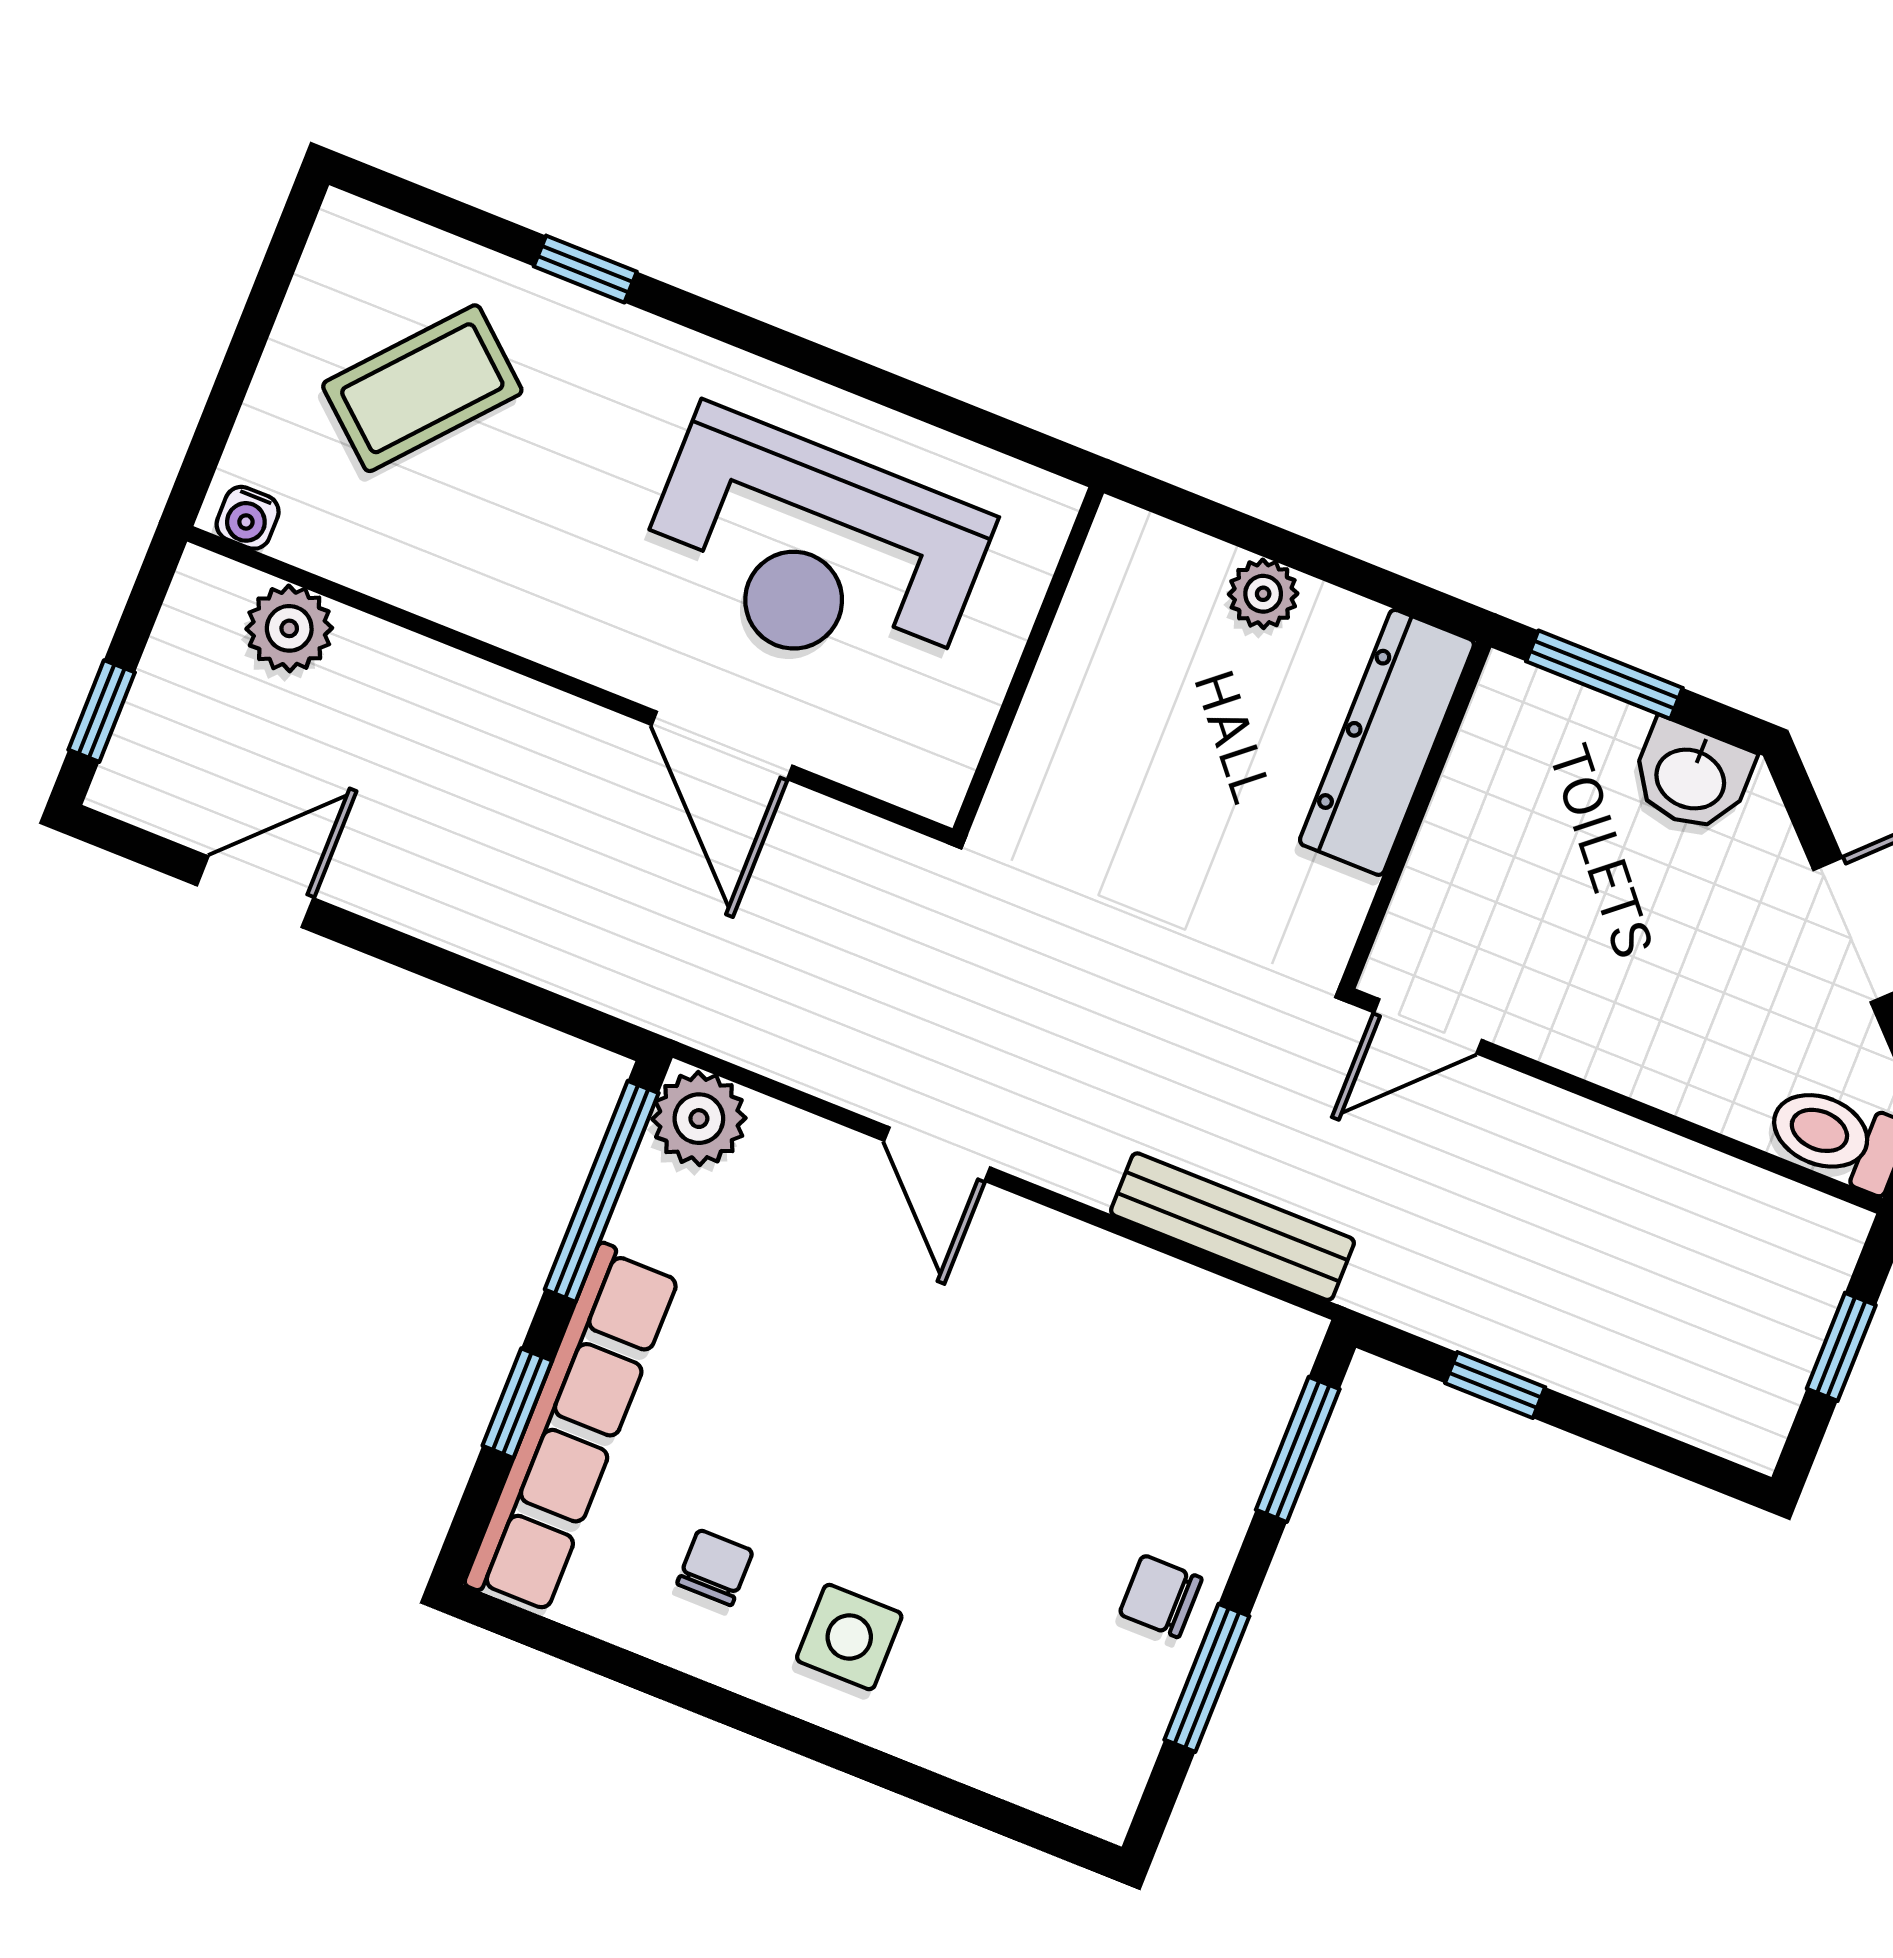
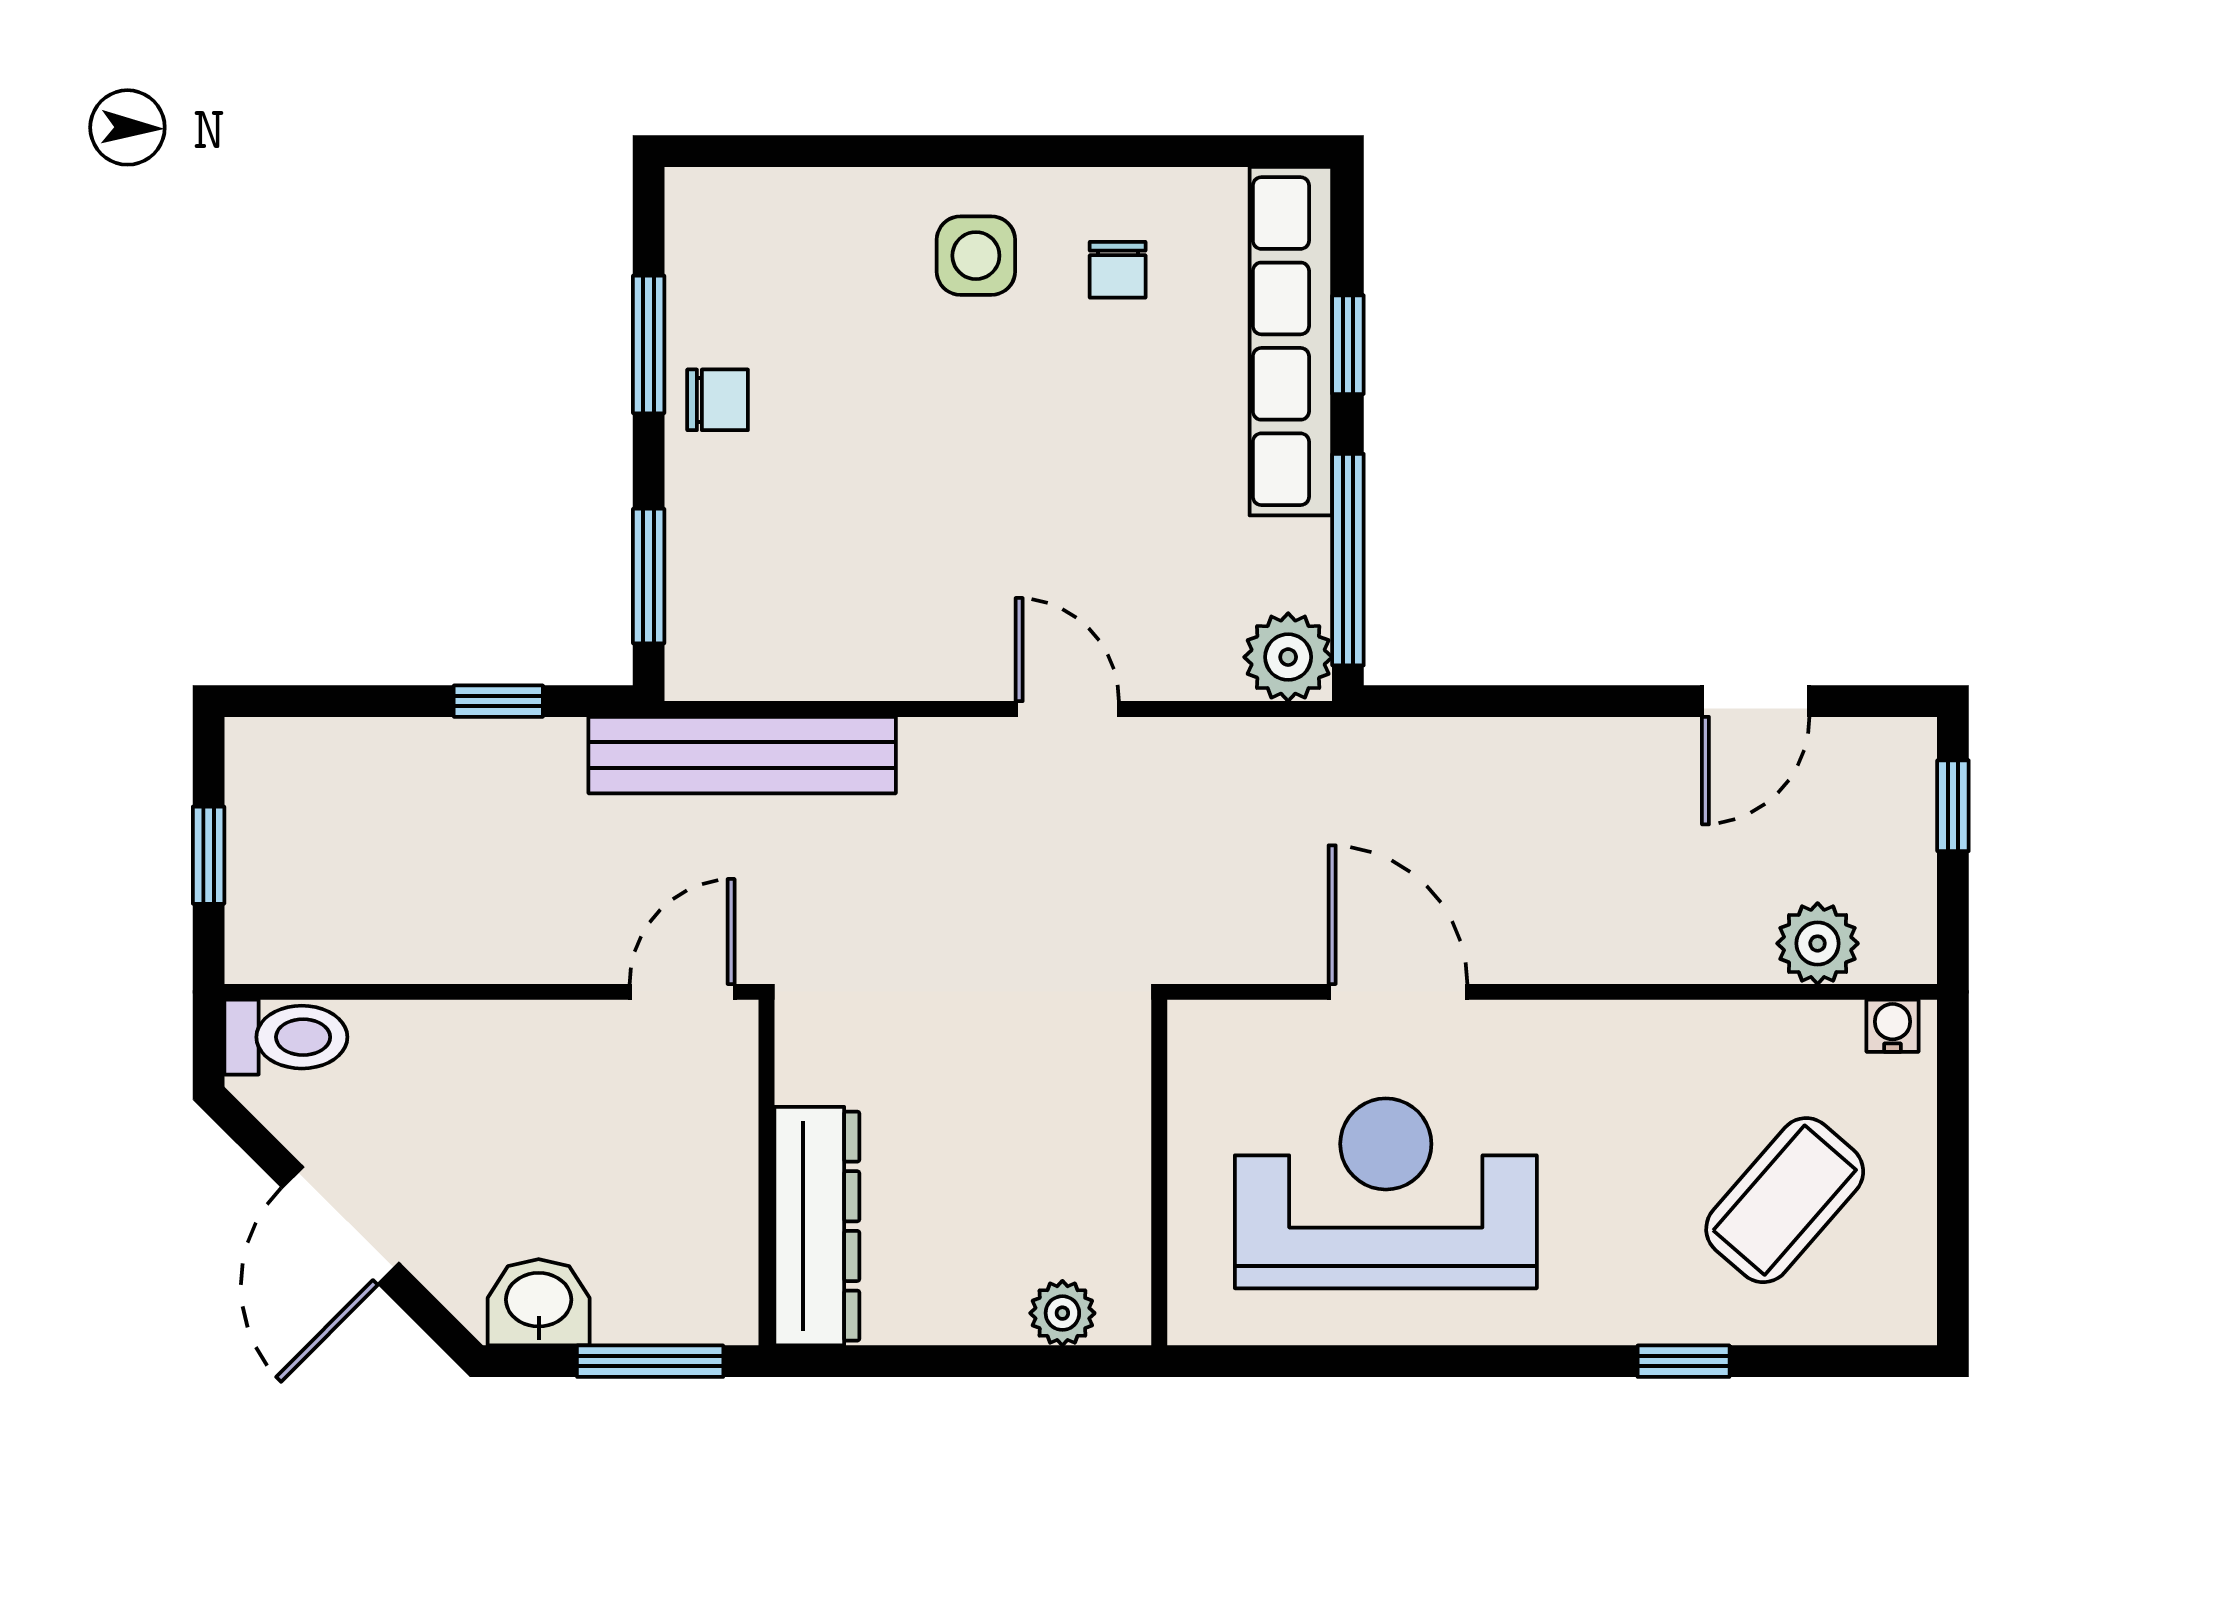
plant: (1263, 594) -> (1062, 1313), moved
bench: (1232, 1227) -> (742, 755), width x1.37, depth x1.21

